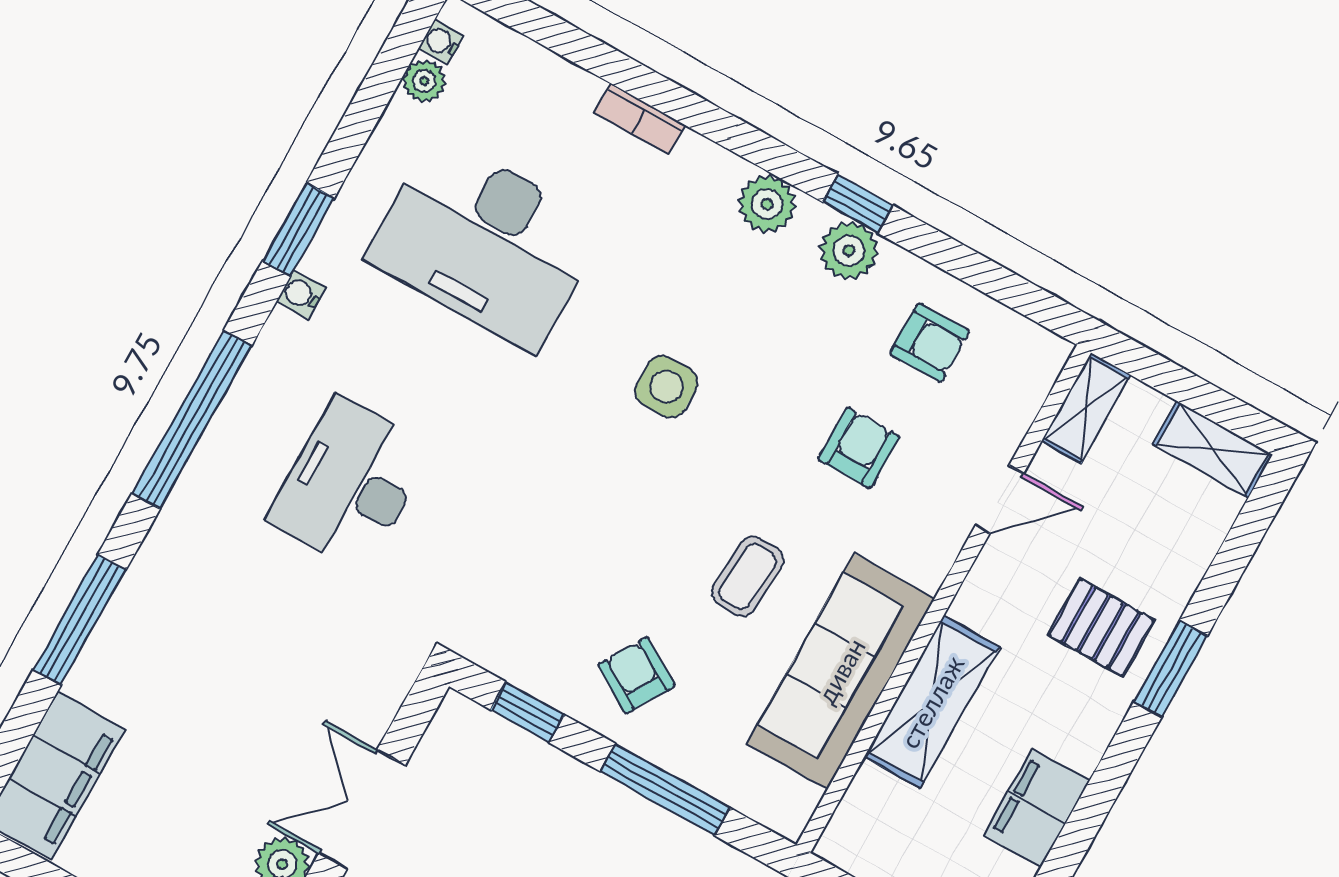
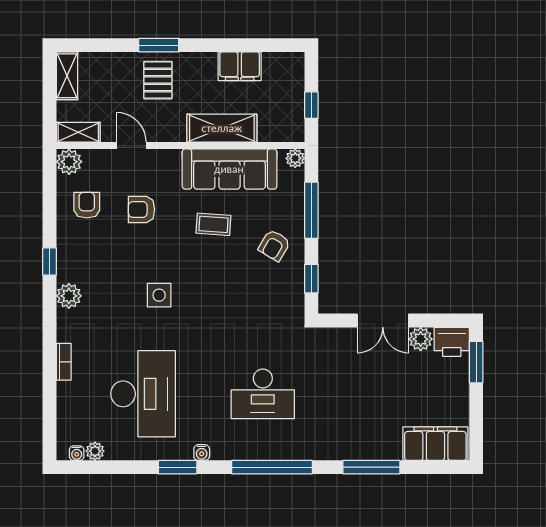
plant: (849, 251) -> (69, 162), moved
plant: (788, 816) -> (295, 158), added

